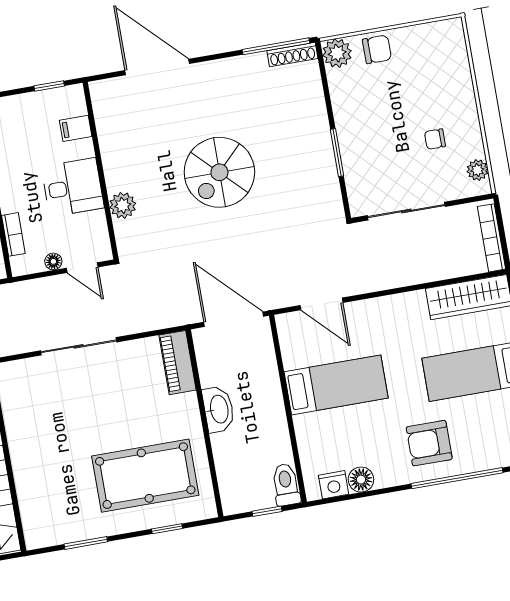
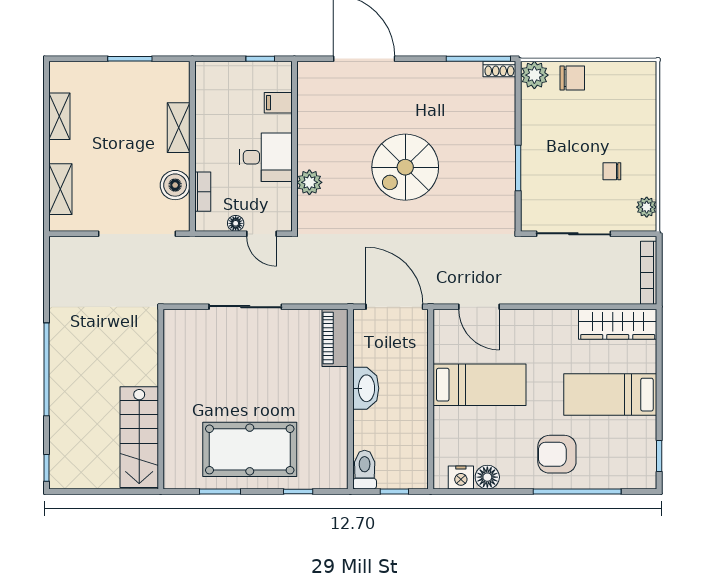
shoe rack: (292, 55) -> (499, 69), width x0.70
pool table: (145, 476) -> (250, 449), moved
toilet: (286, 485) -> (365, 470), moved

